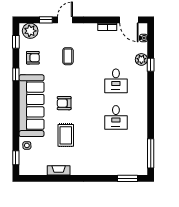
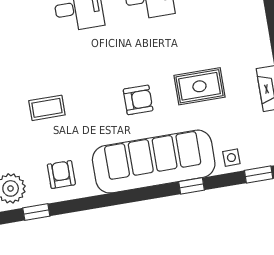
window: (16, 74) -> (191, 186), moved
armchair: (64, 103) -> (138, 100), turned -90

